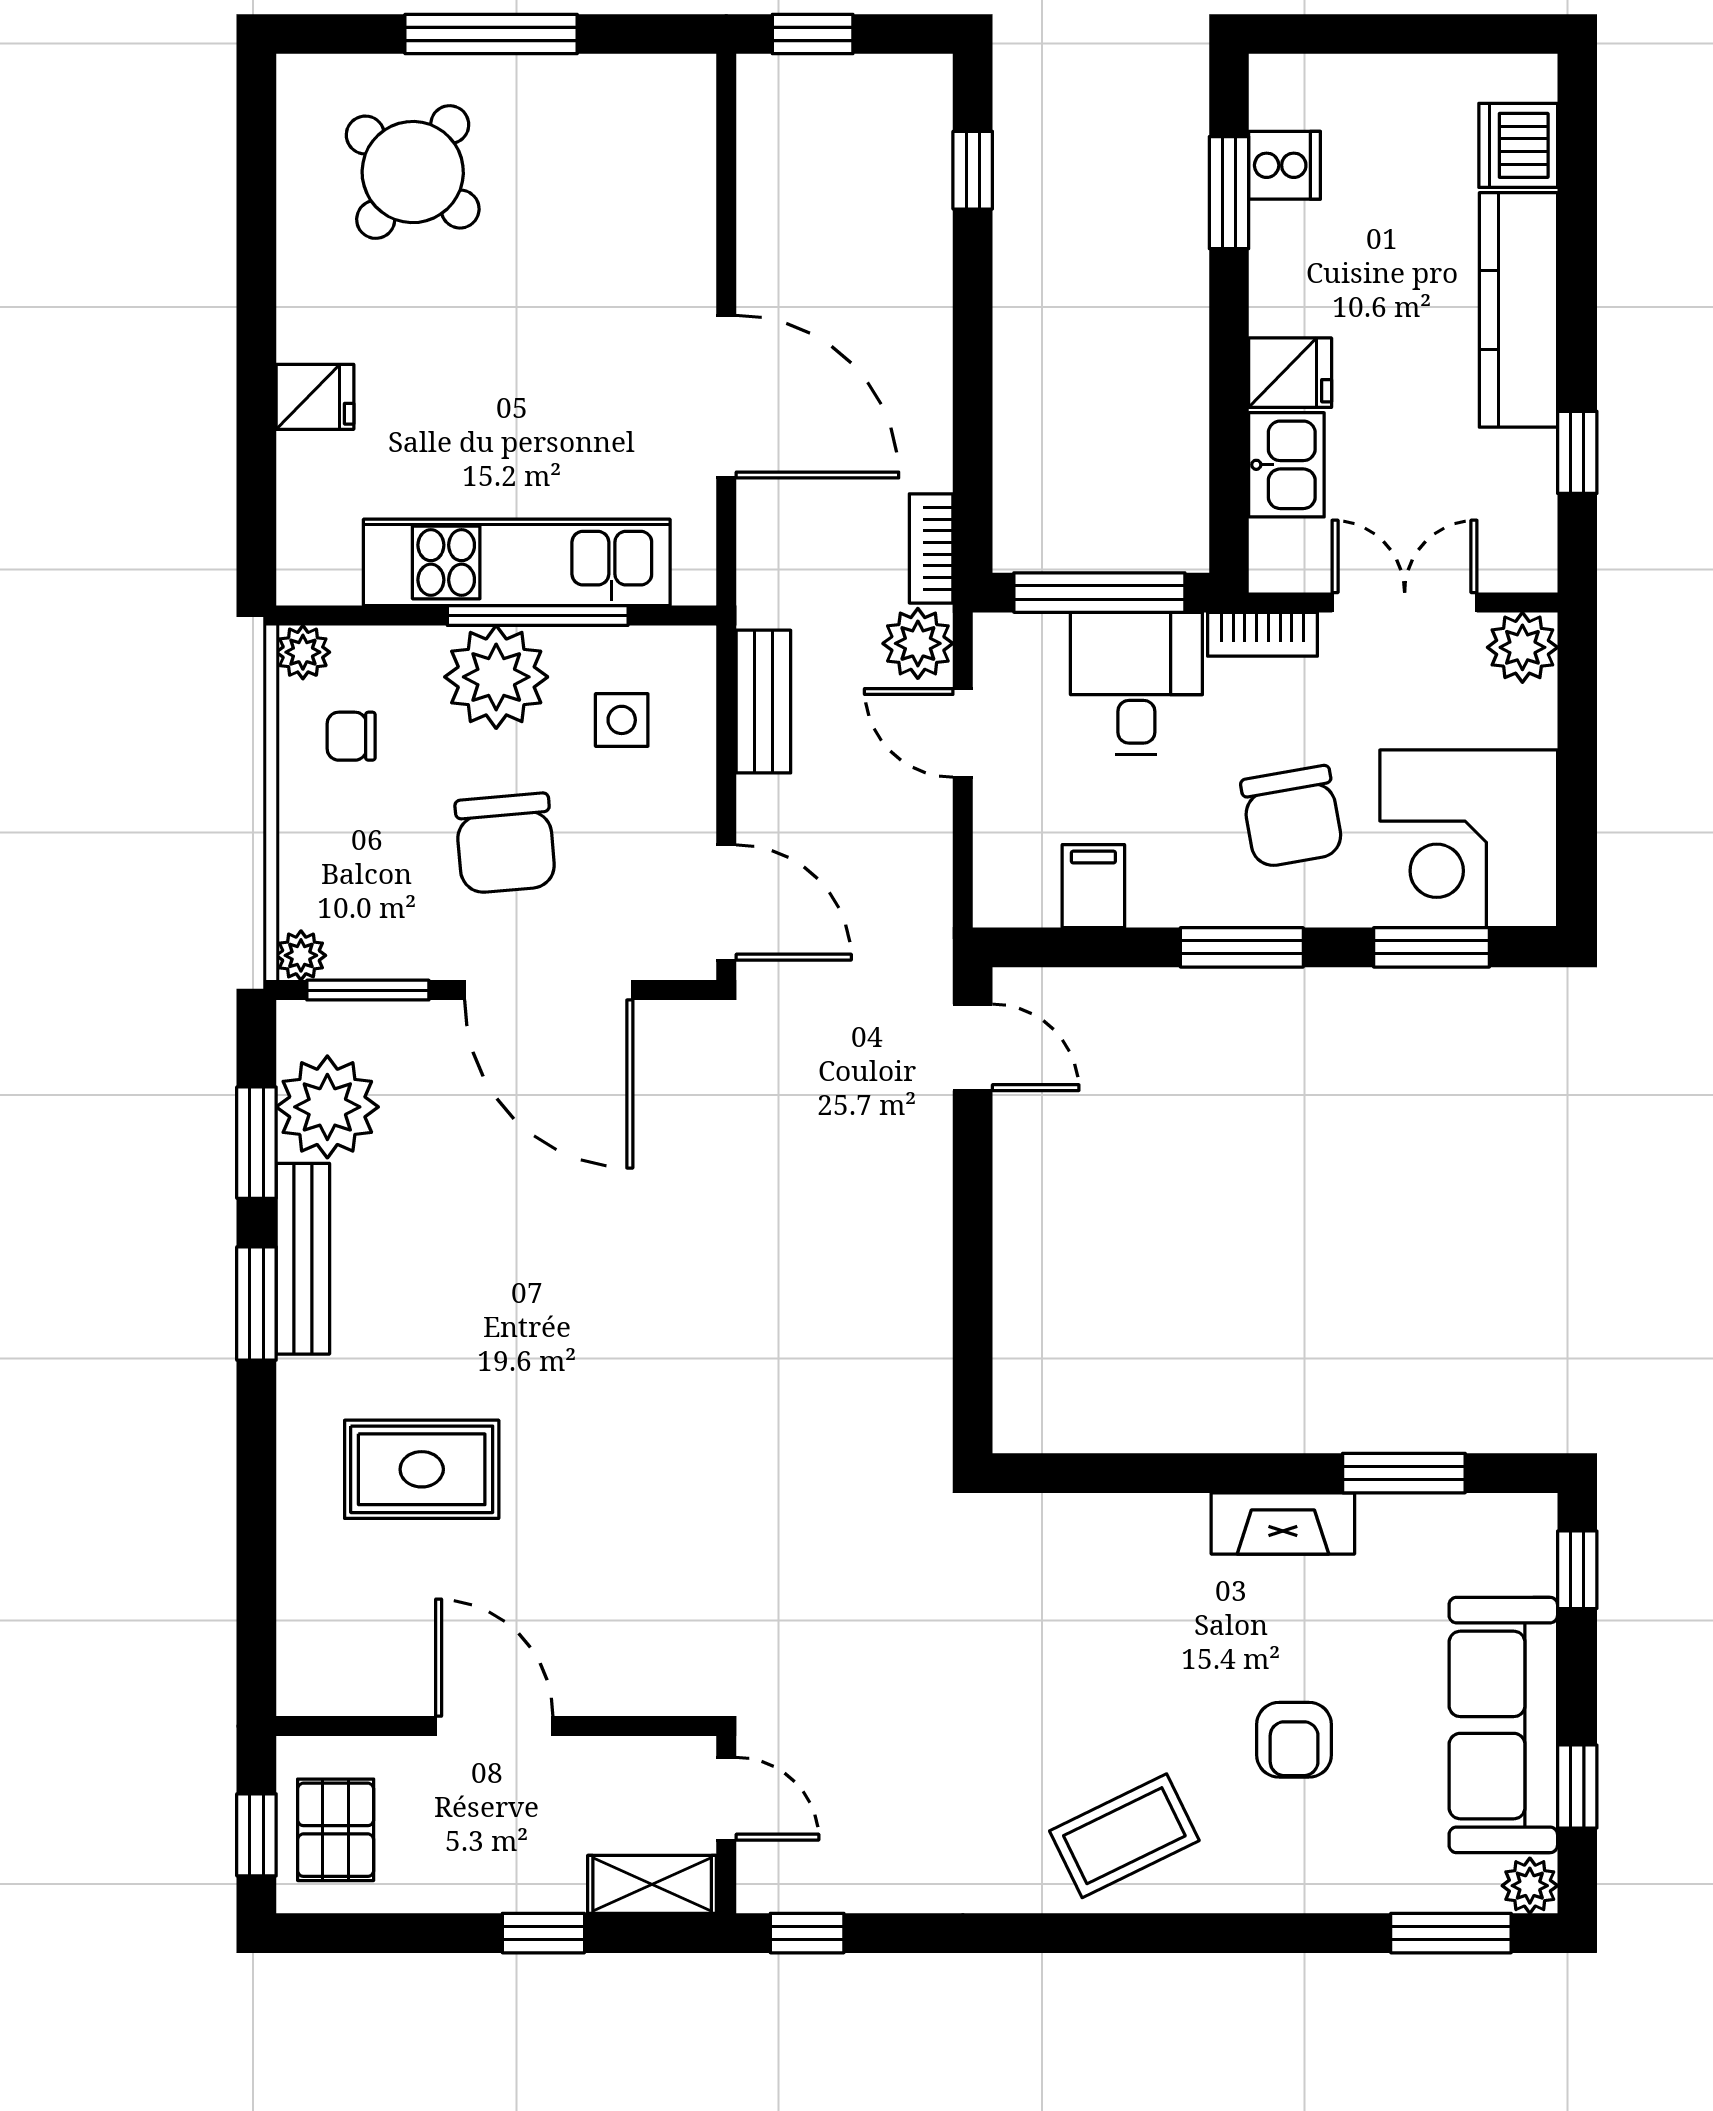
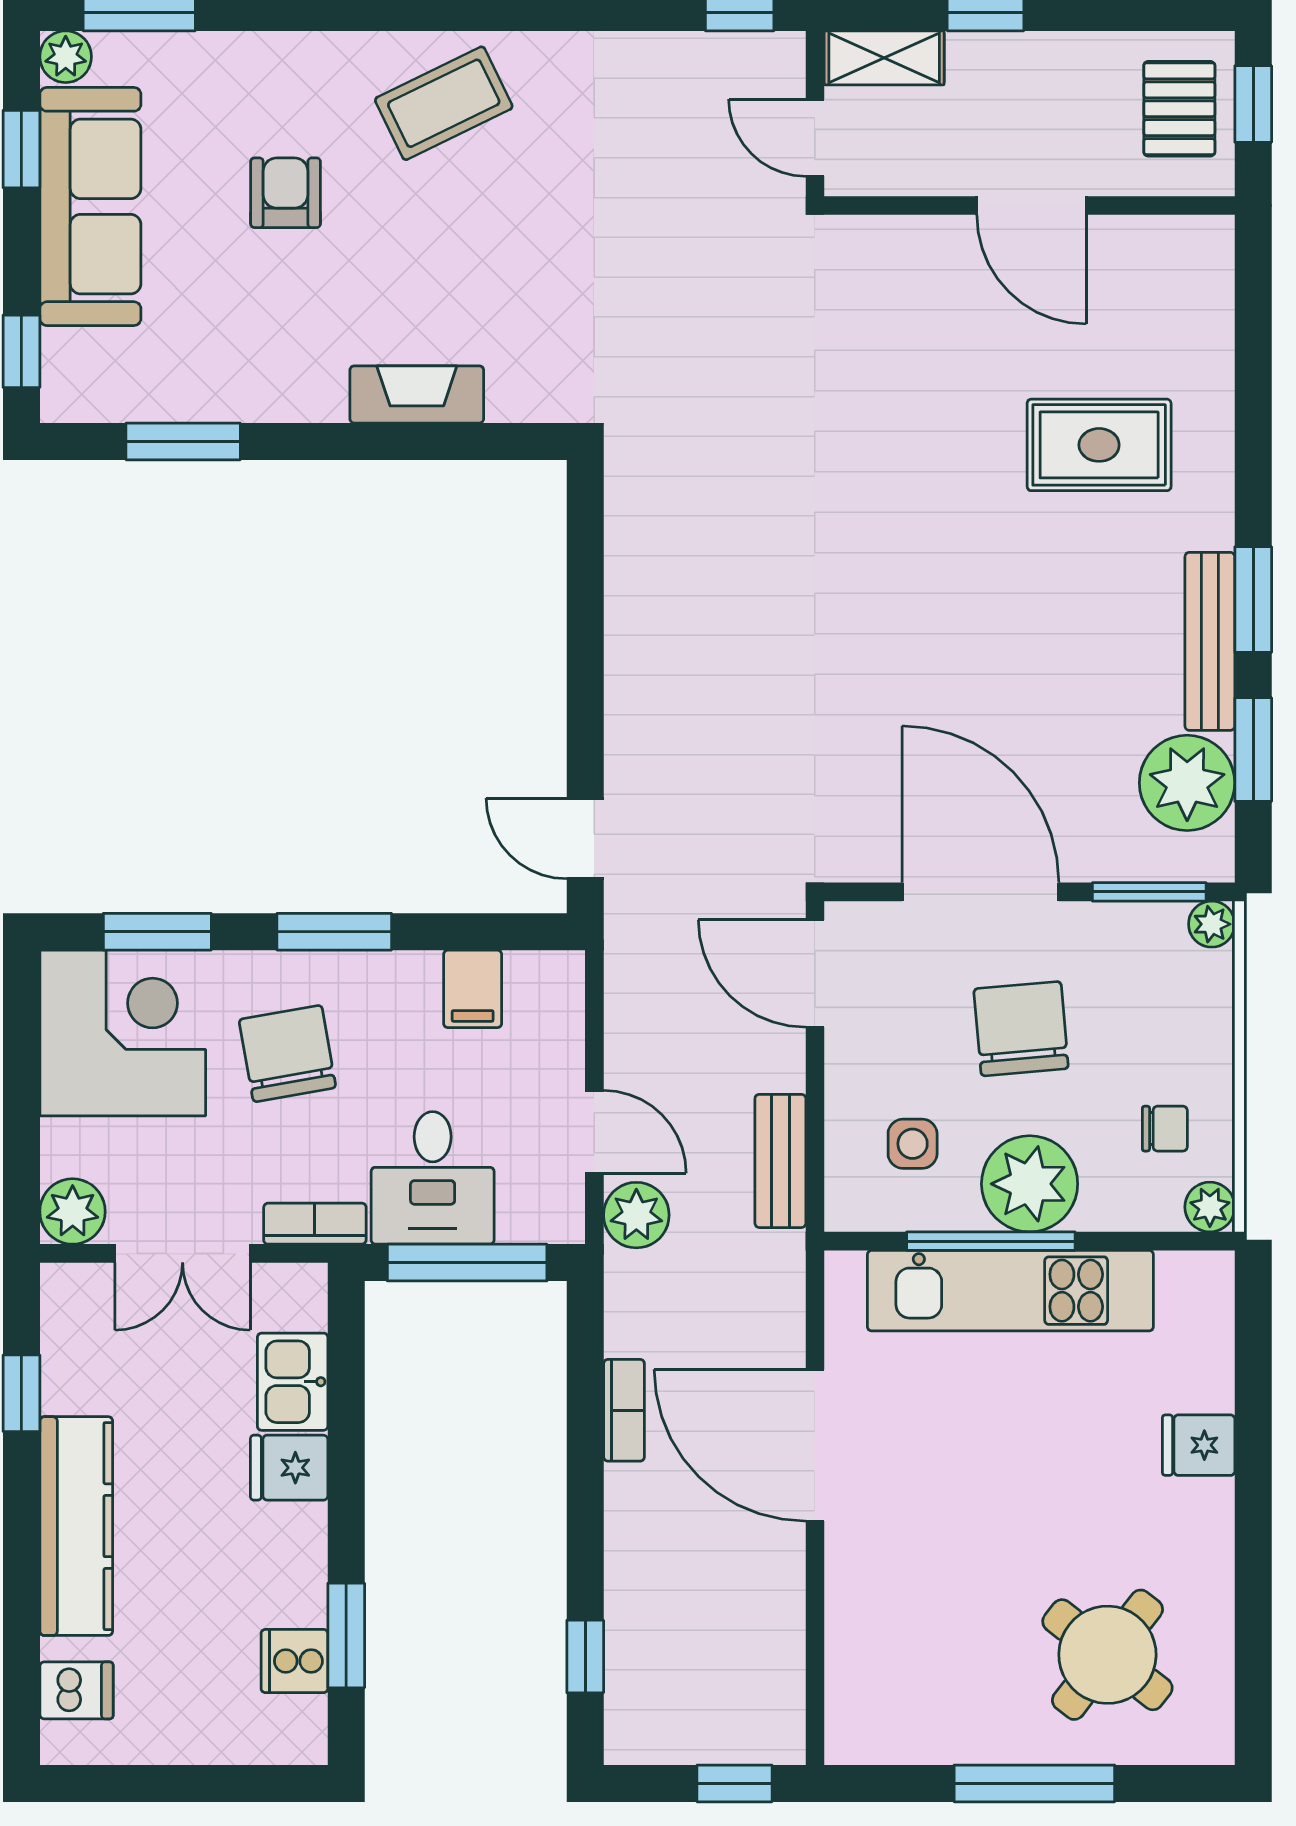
dishwasher: (1518, 145) -> (76, 1690), width x0.73
bookcase: (931, 548) -> (624, 1410), moved
fireplace: (1283, 1523) -> (417, 394), moved

